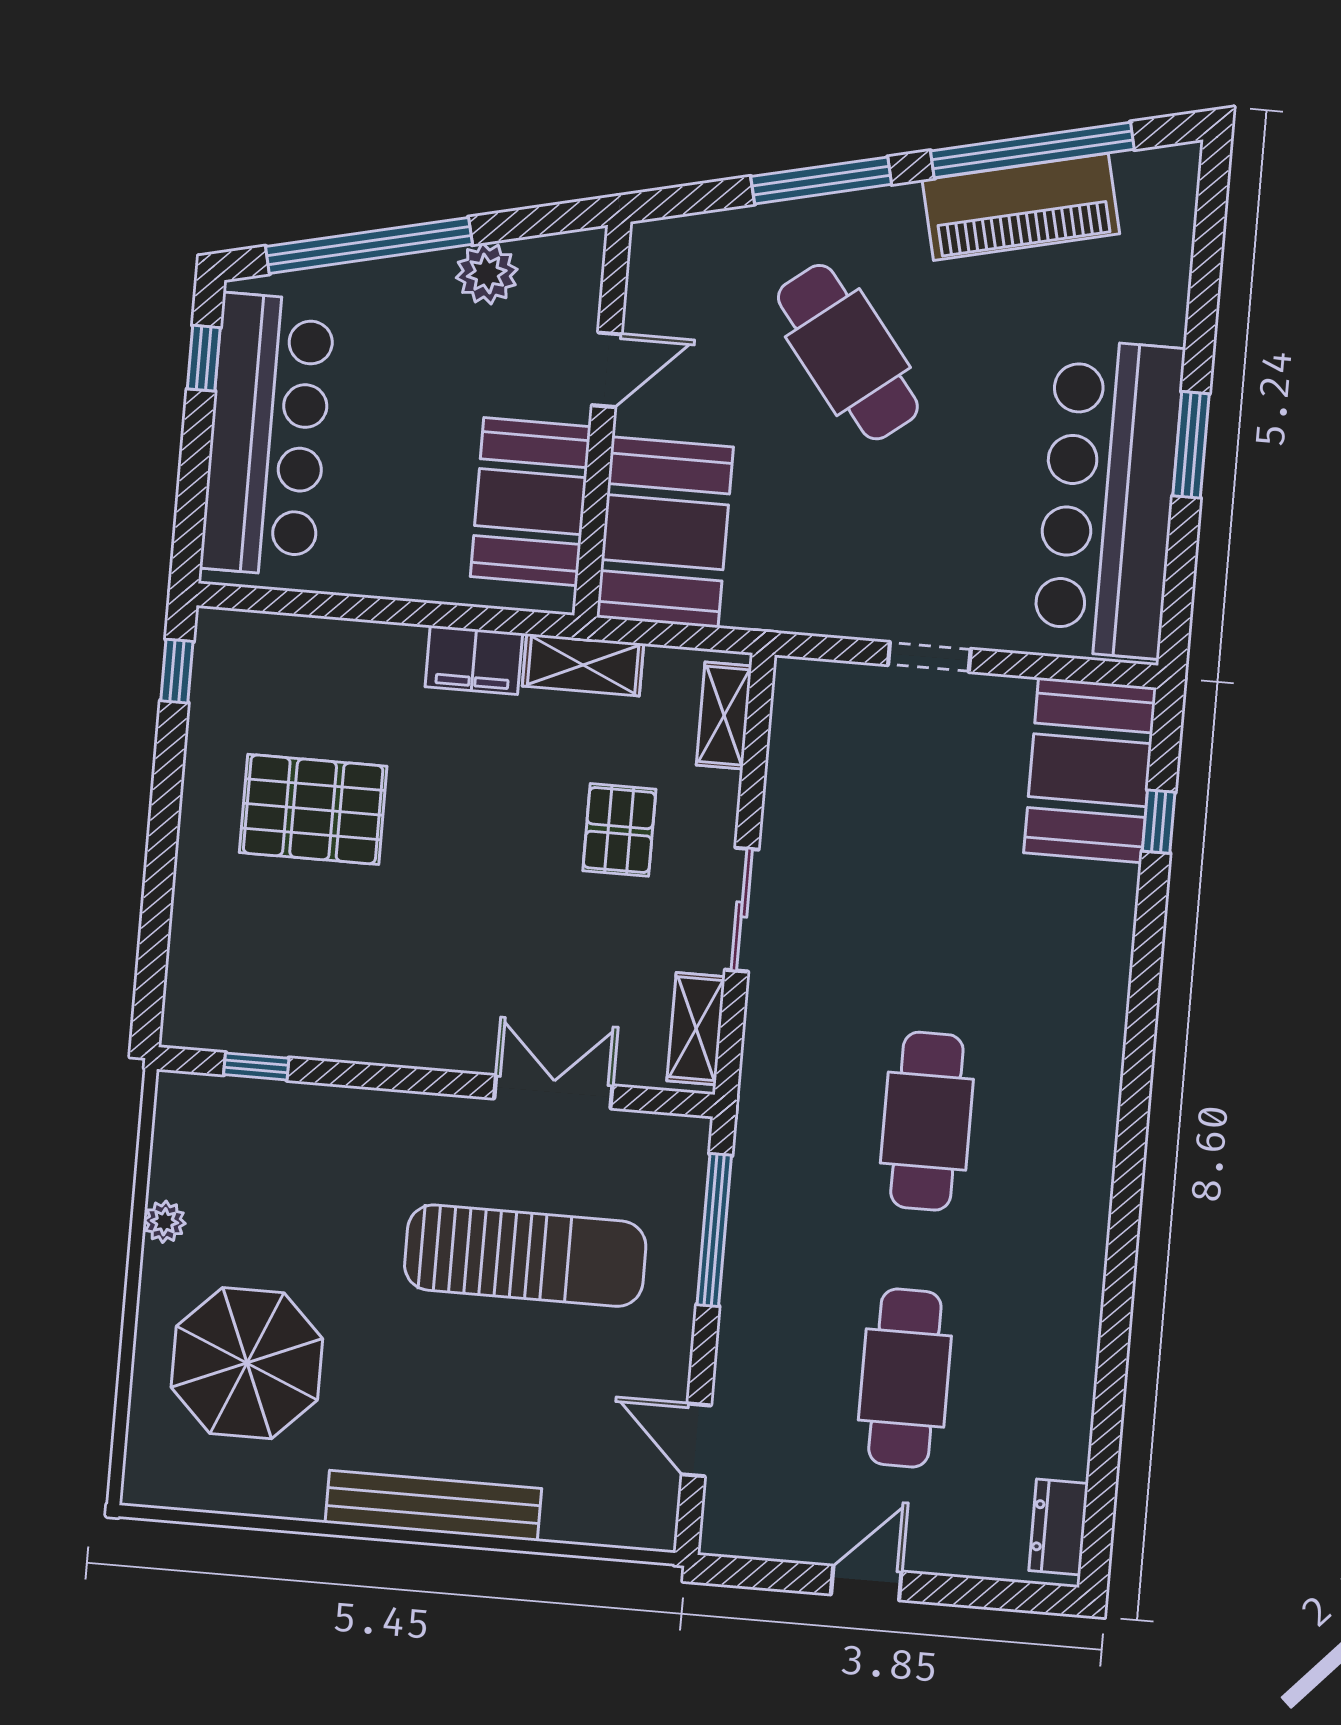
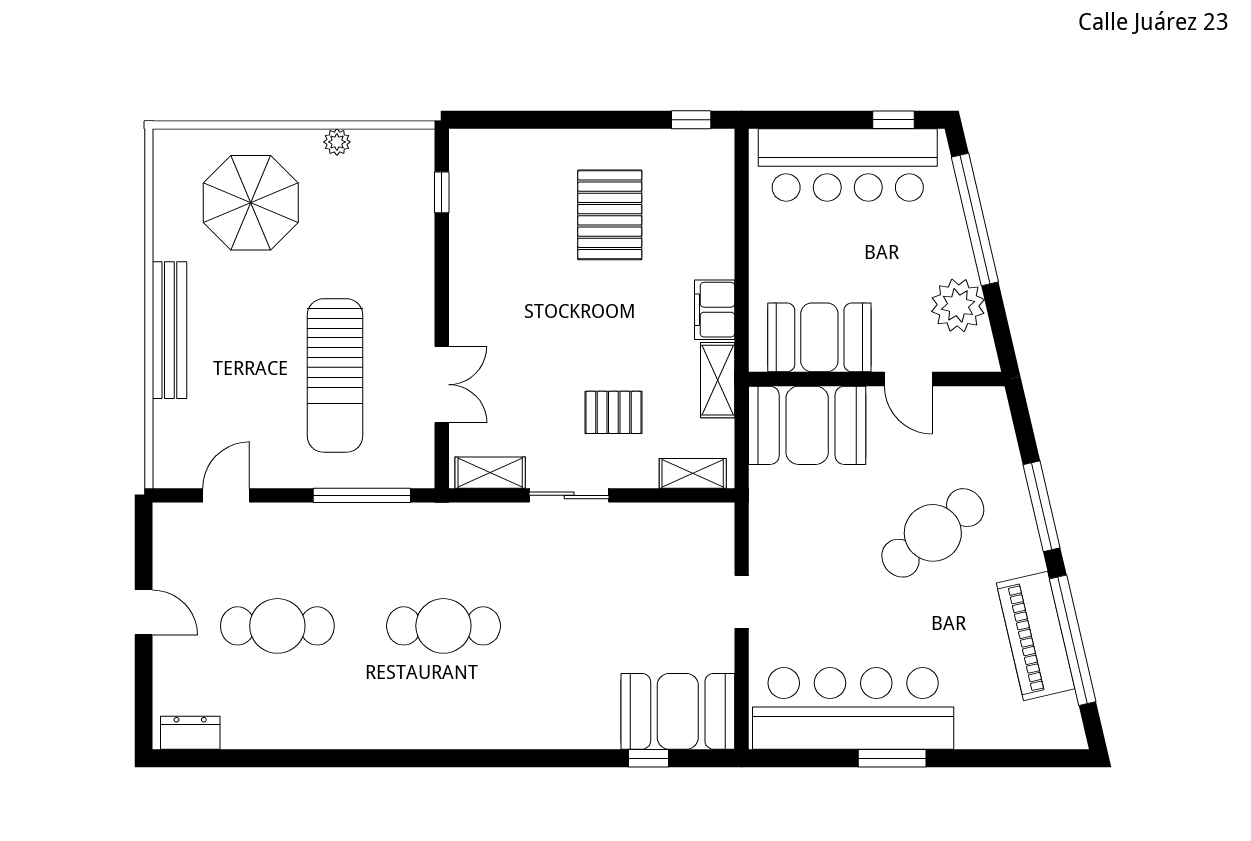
plant: (487, 274) -> (958, 305), width x1.36, depth x1.36

